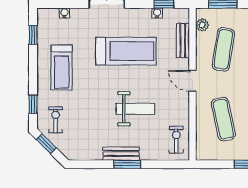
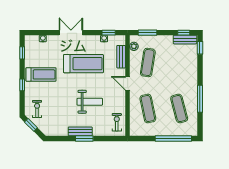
treadmill: (62, 67) -> (41, 74), turned -90
window: (33, 104) -> (22, 85), moved

